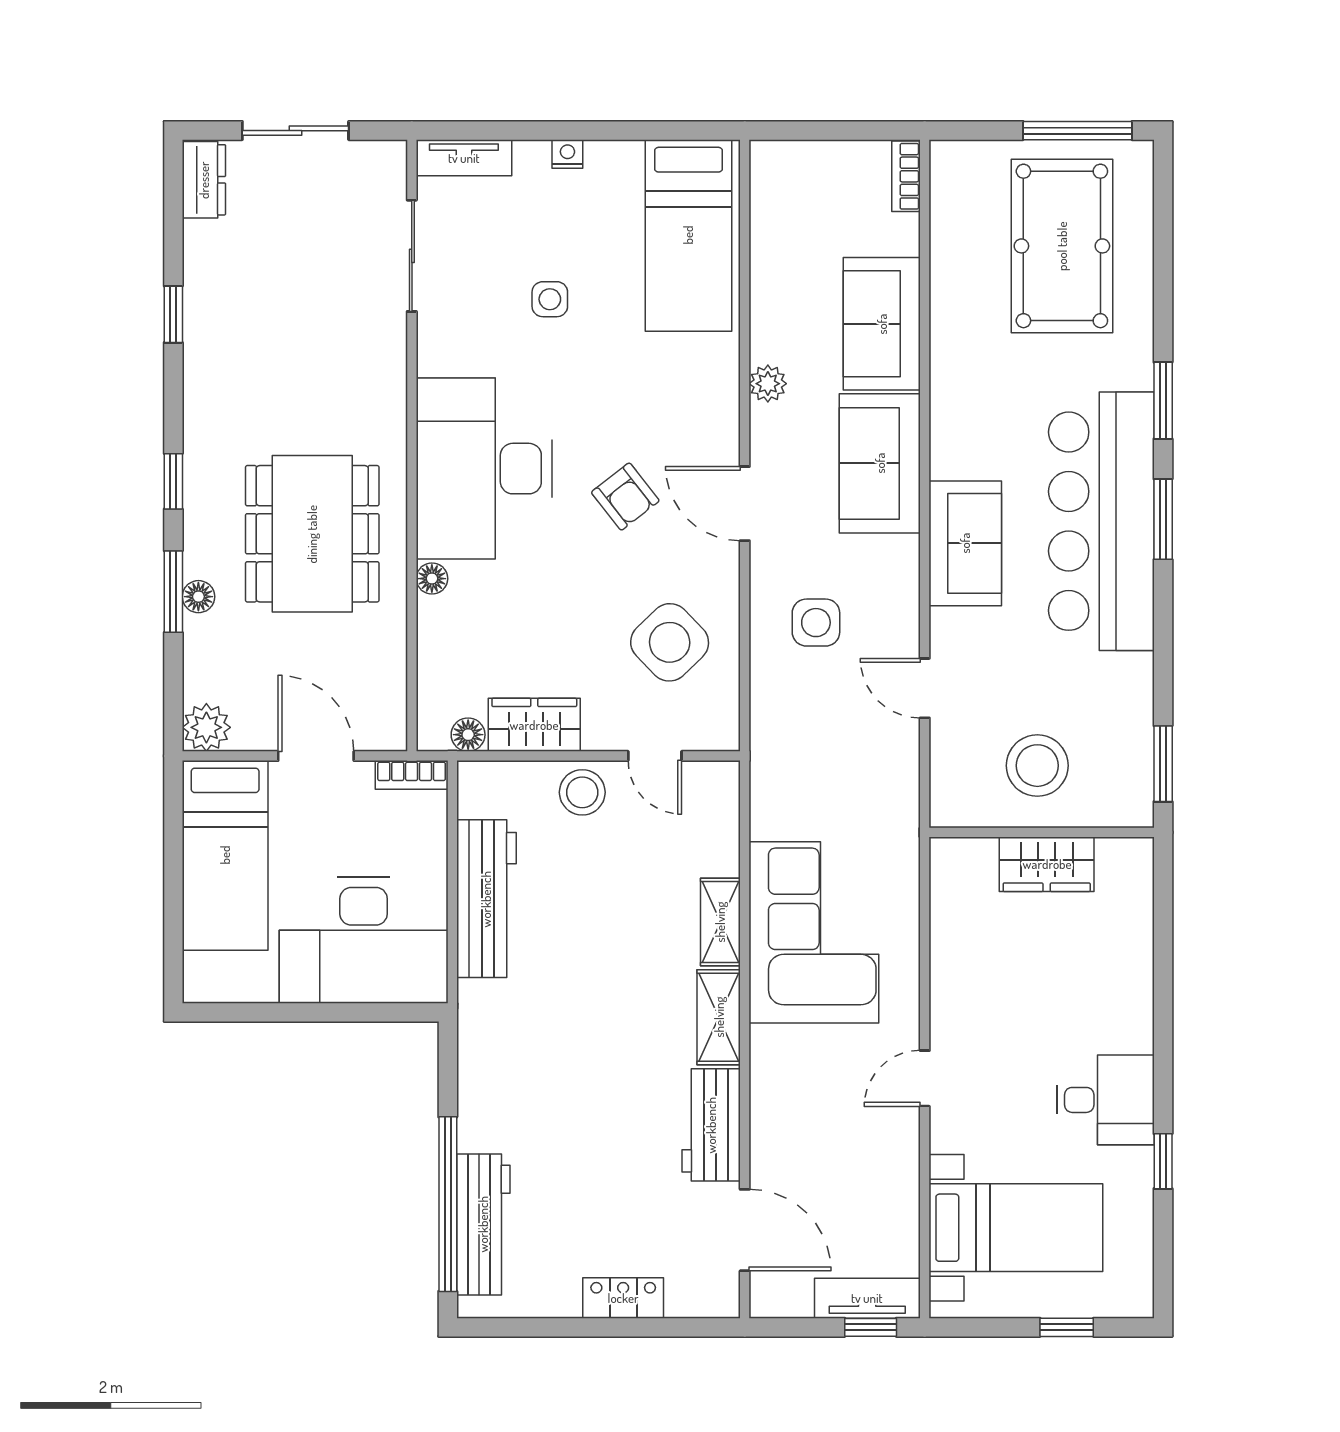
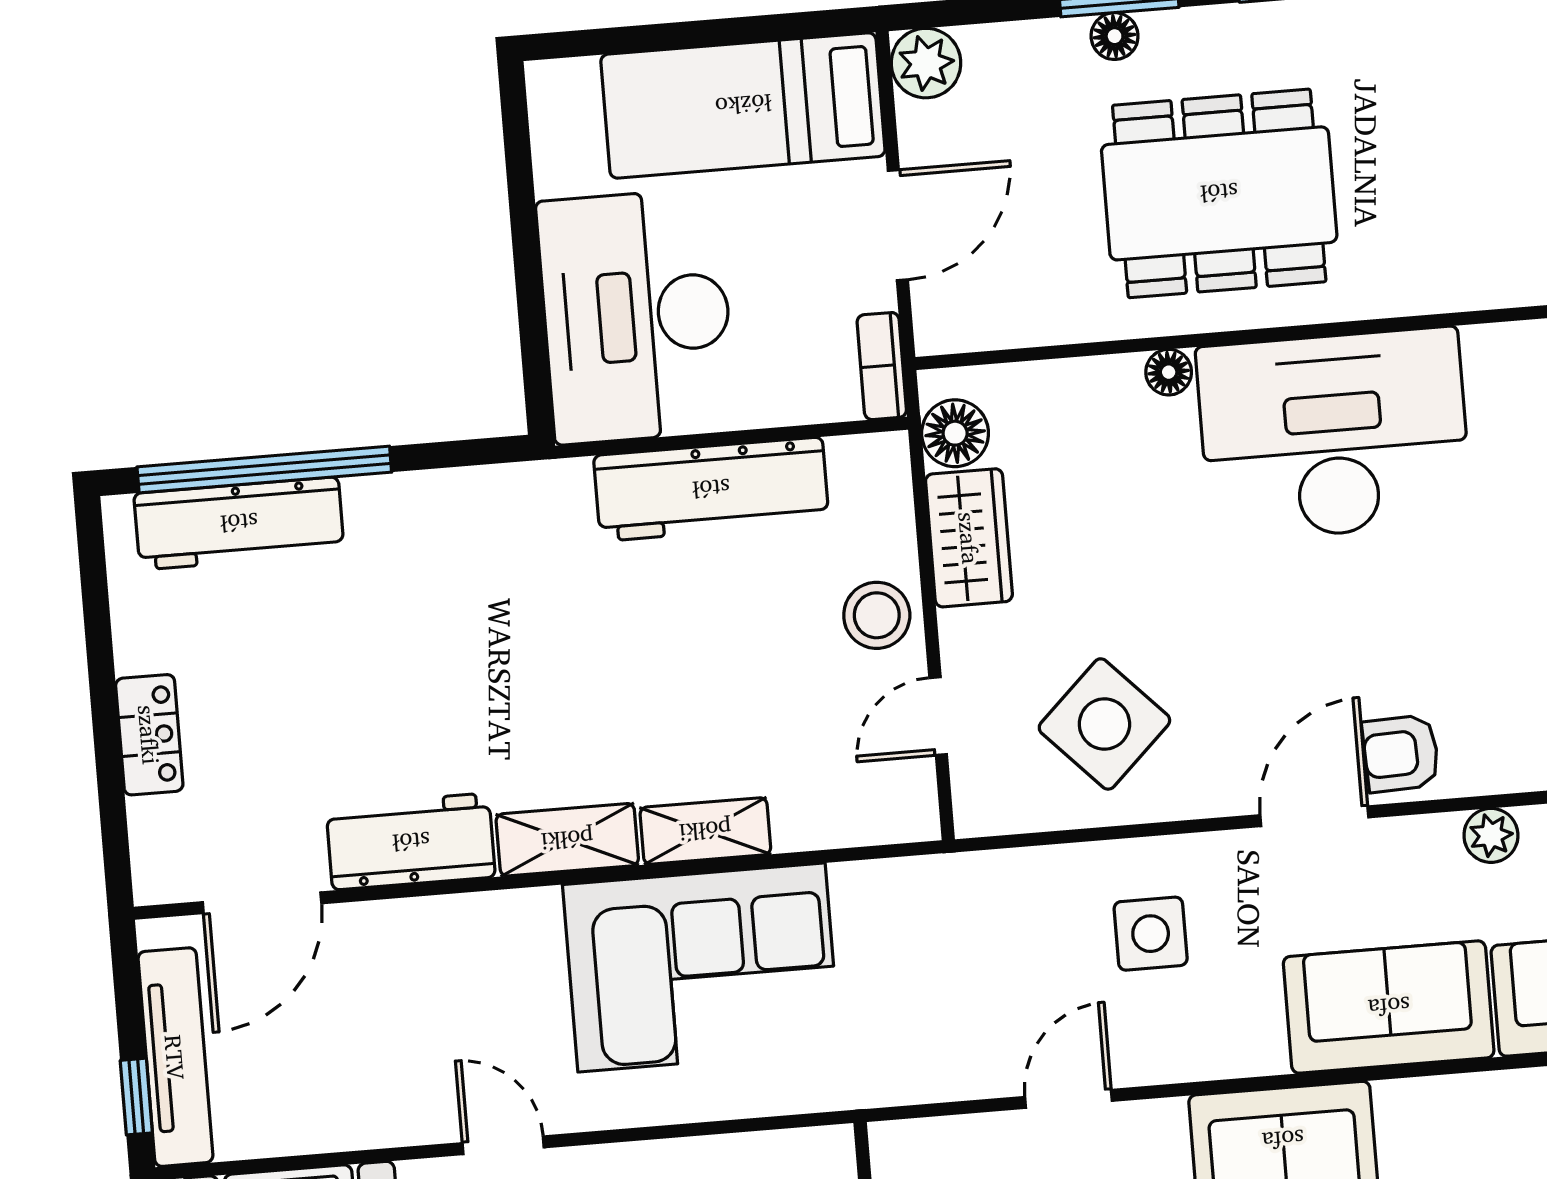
armchair: (625, 497) -> (1401, 753), moved, turned 36
floor lamp: (468, 735) -> (955, 433), width x1.37, depth x1.37
tv unit: (867, 1298) -> (175, 1057), width x1.41

